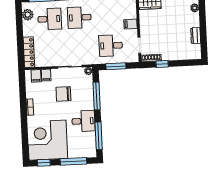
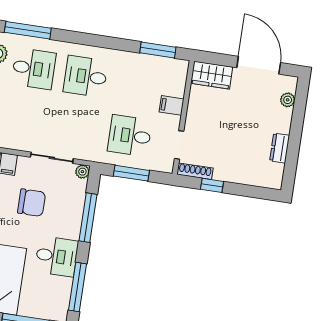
chair: (63, 94) -> (32, 203), turned 180

